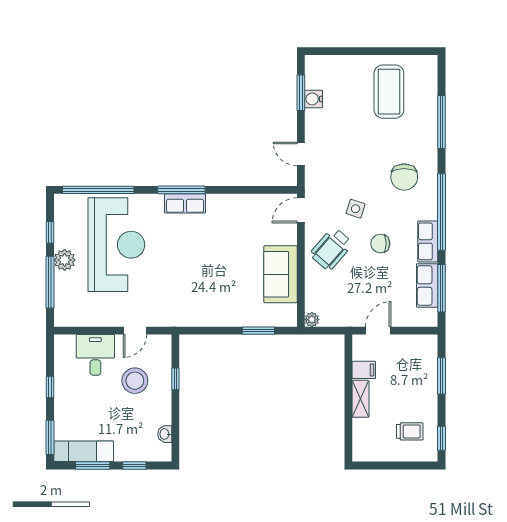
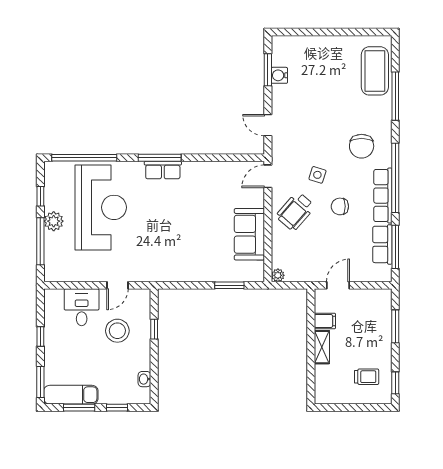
coffee table: (389, 92) -> (375, 71), moved
row of seats: (428, 241) -> (383, 196), width x1.48

